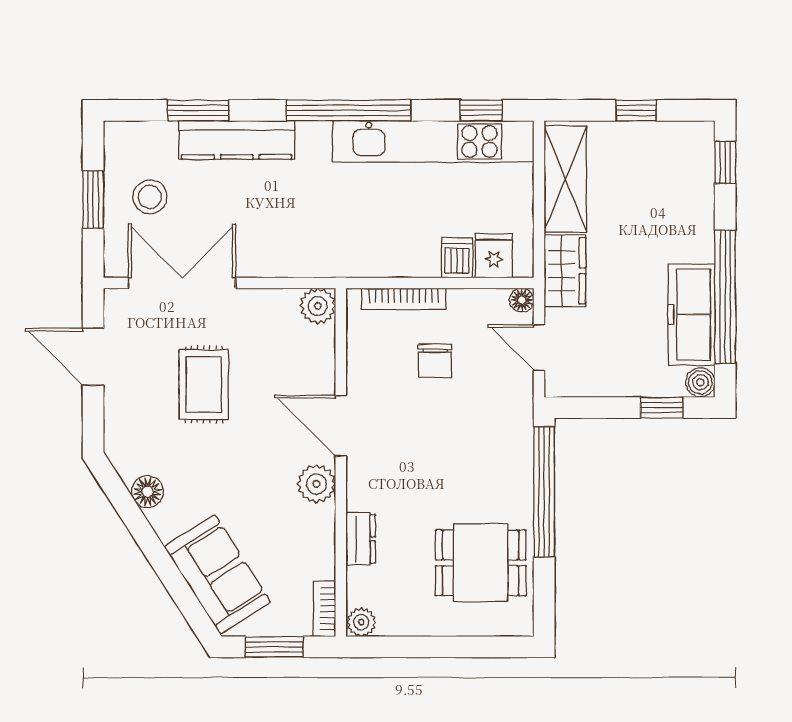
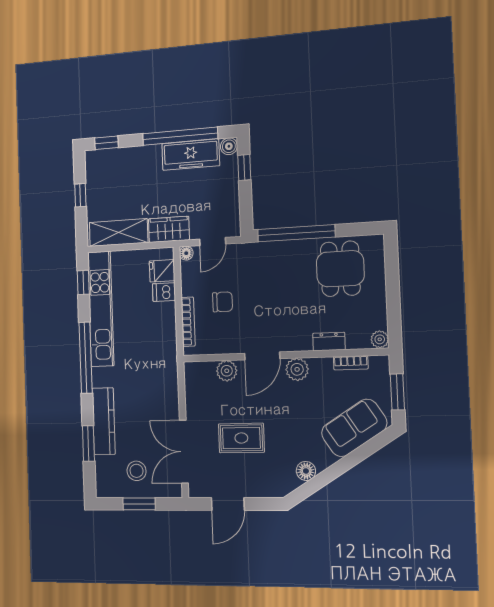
plant: (318, 306) -> (227, 371), moved
bookcase: (325, 609) -> (351, 363), moved

